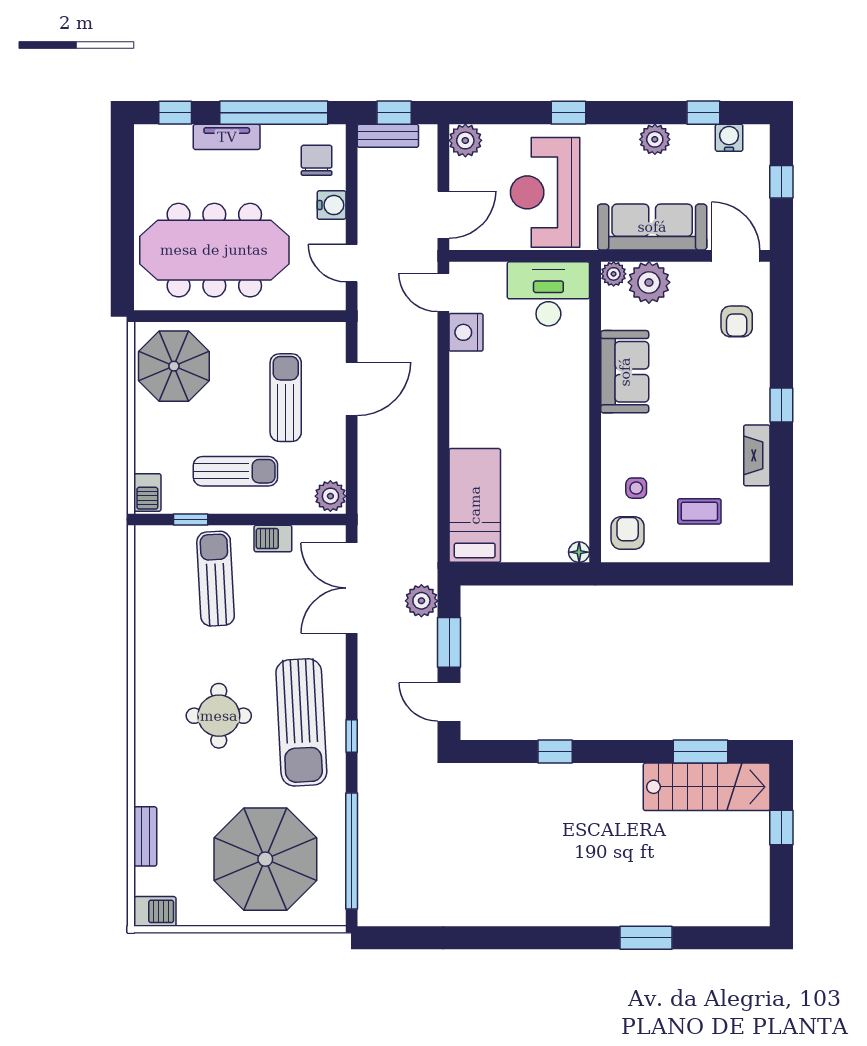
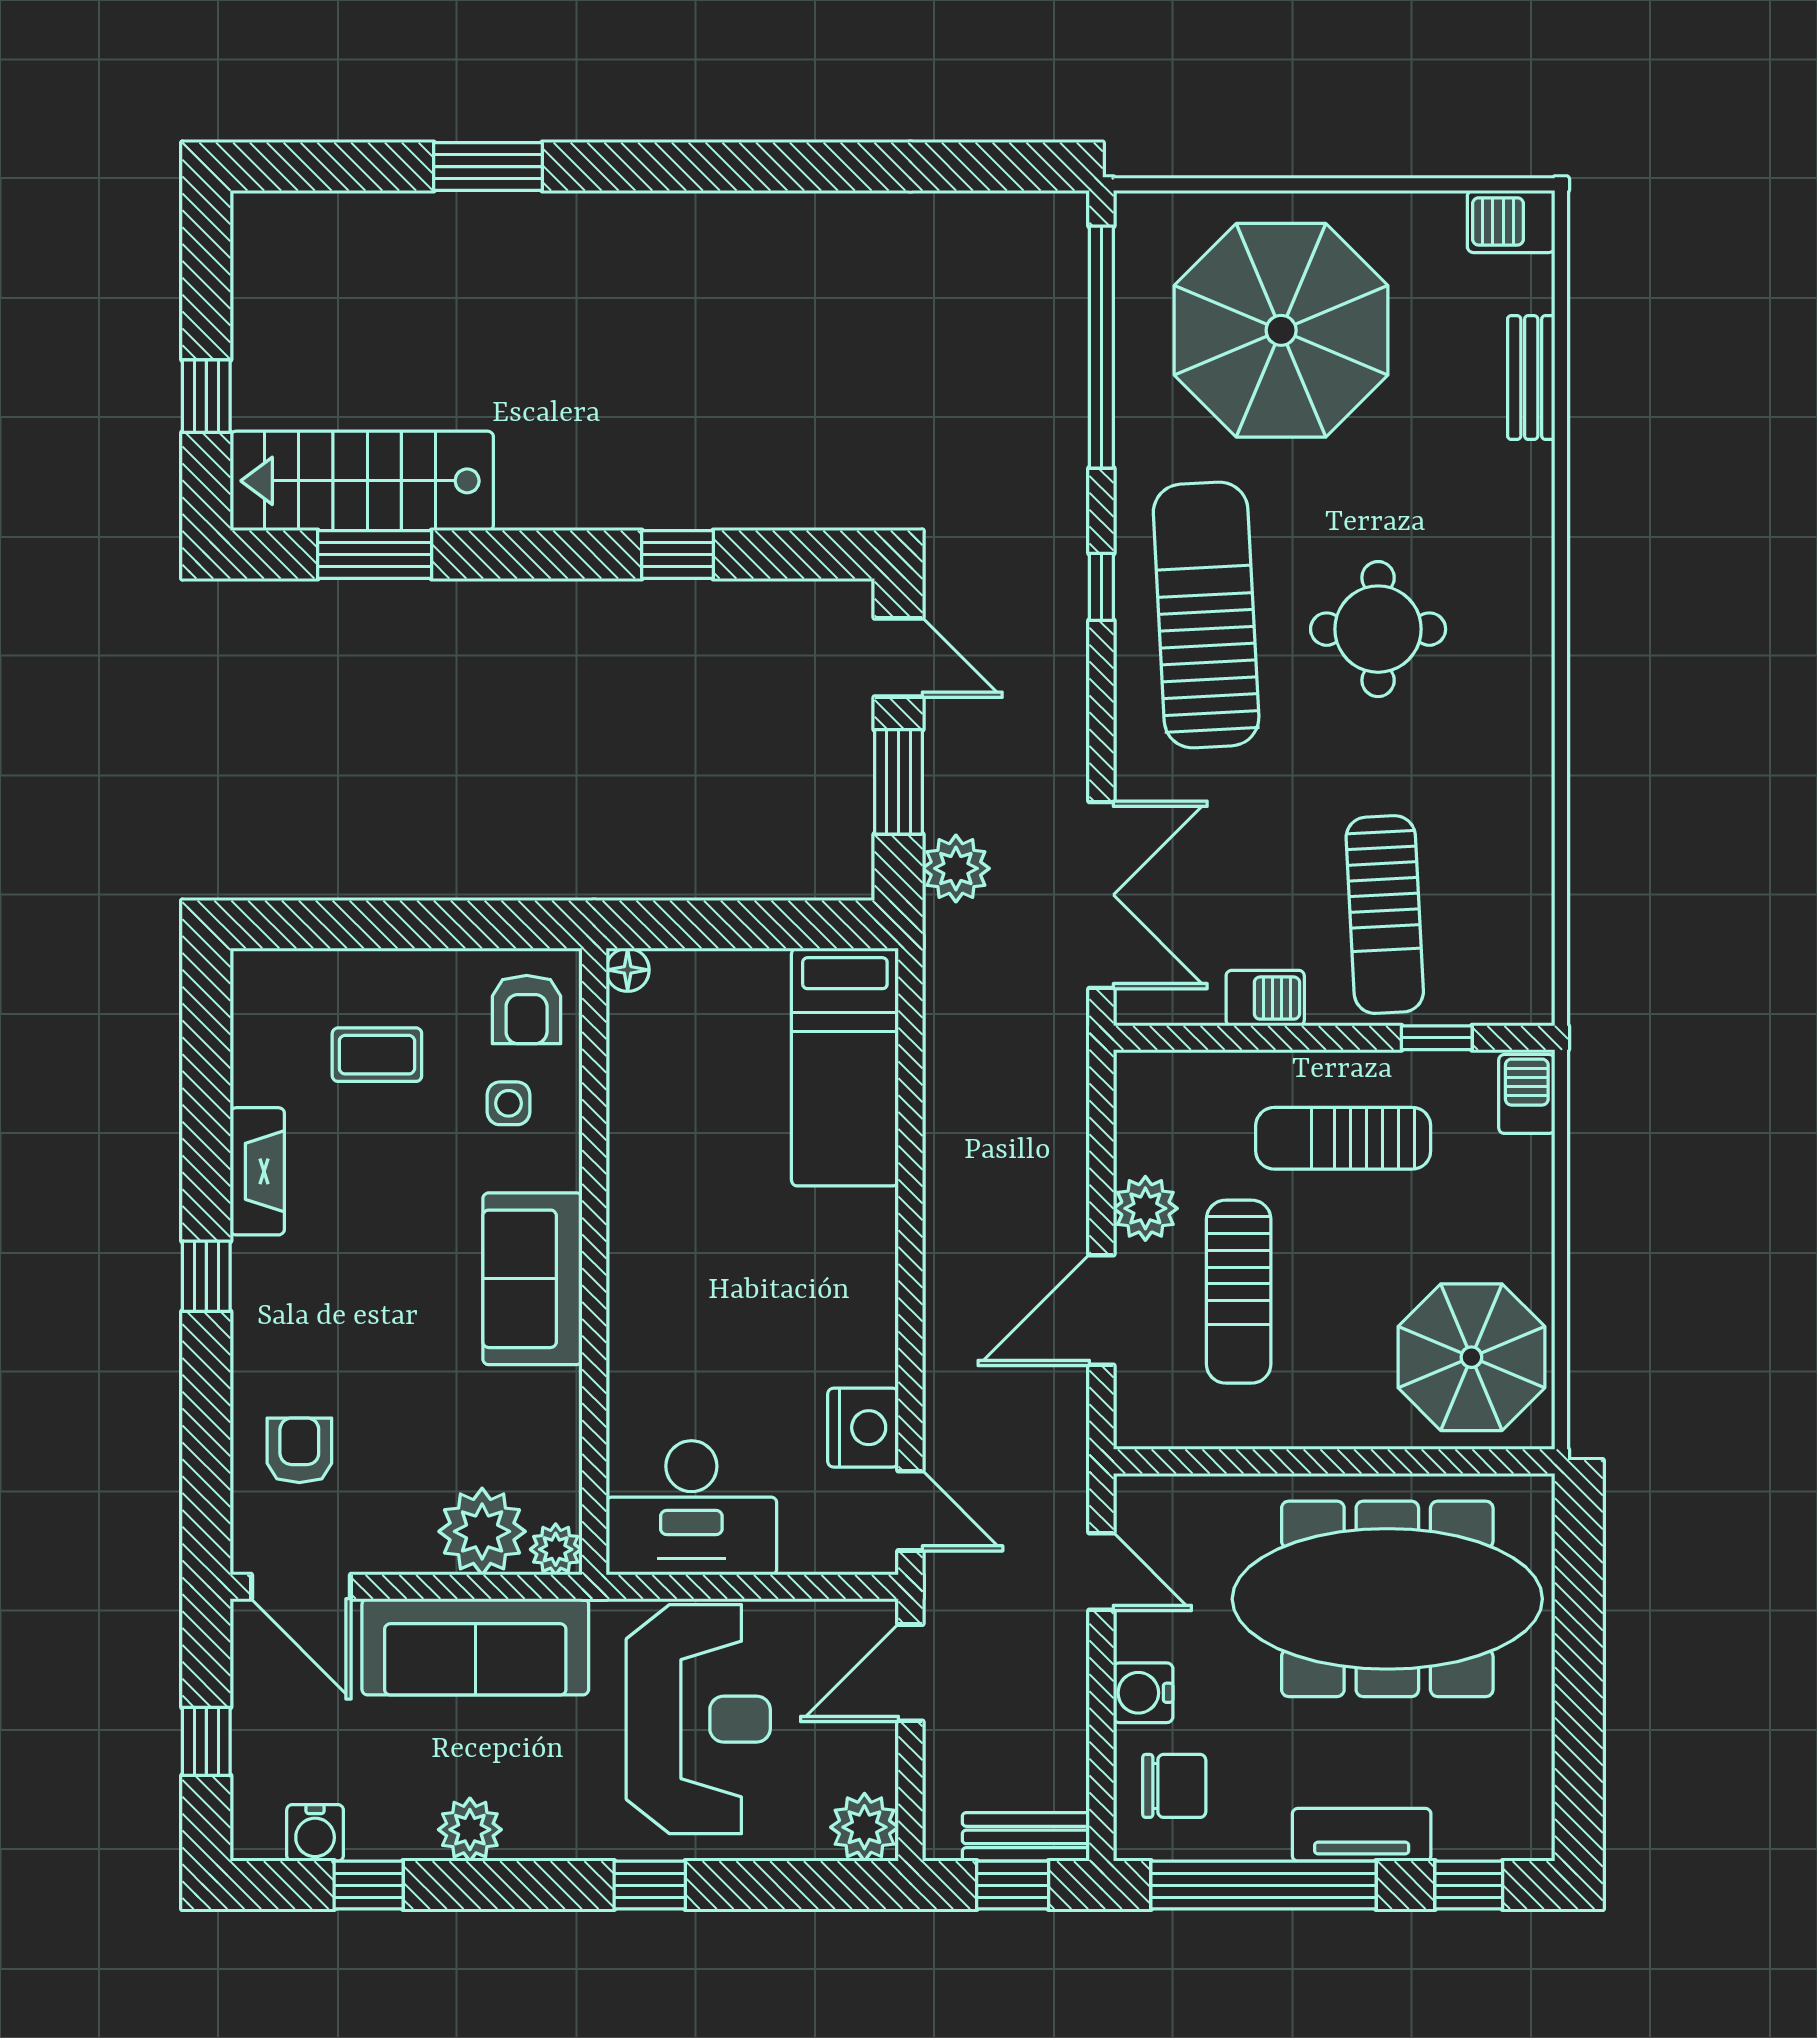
chair: (317, 160) -> (1174, 1786), turned -90
sofa: (625, 372) -> (533, 1279), moved
plant: (330, 496) -> (1145, 1208), moved

